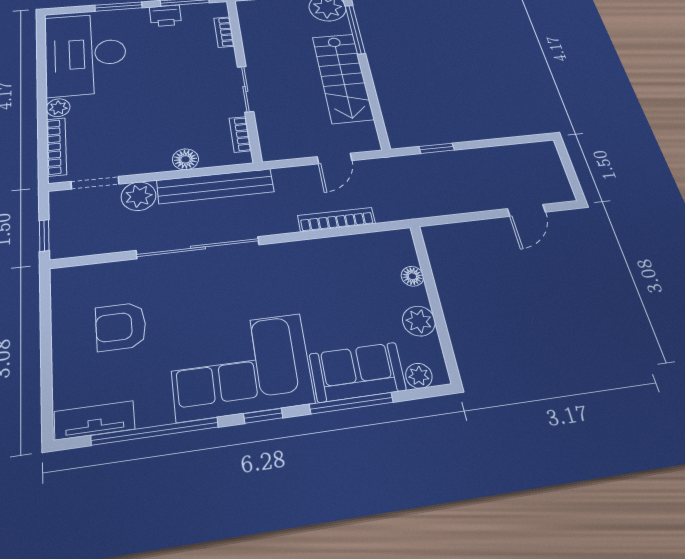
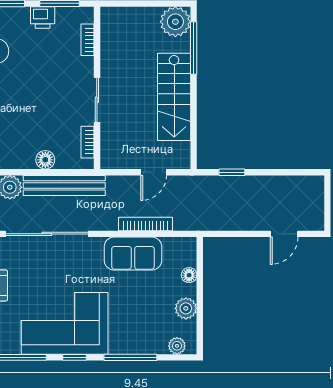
sofa: (357, 372) -> (133, 254), moved, turned 180

